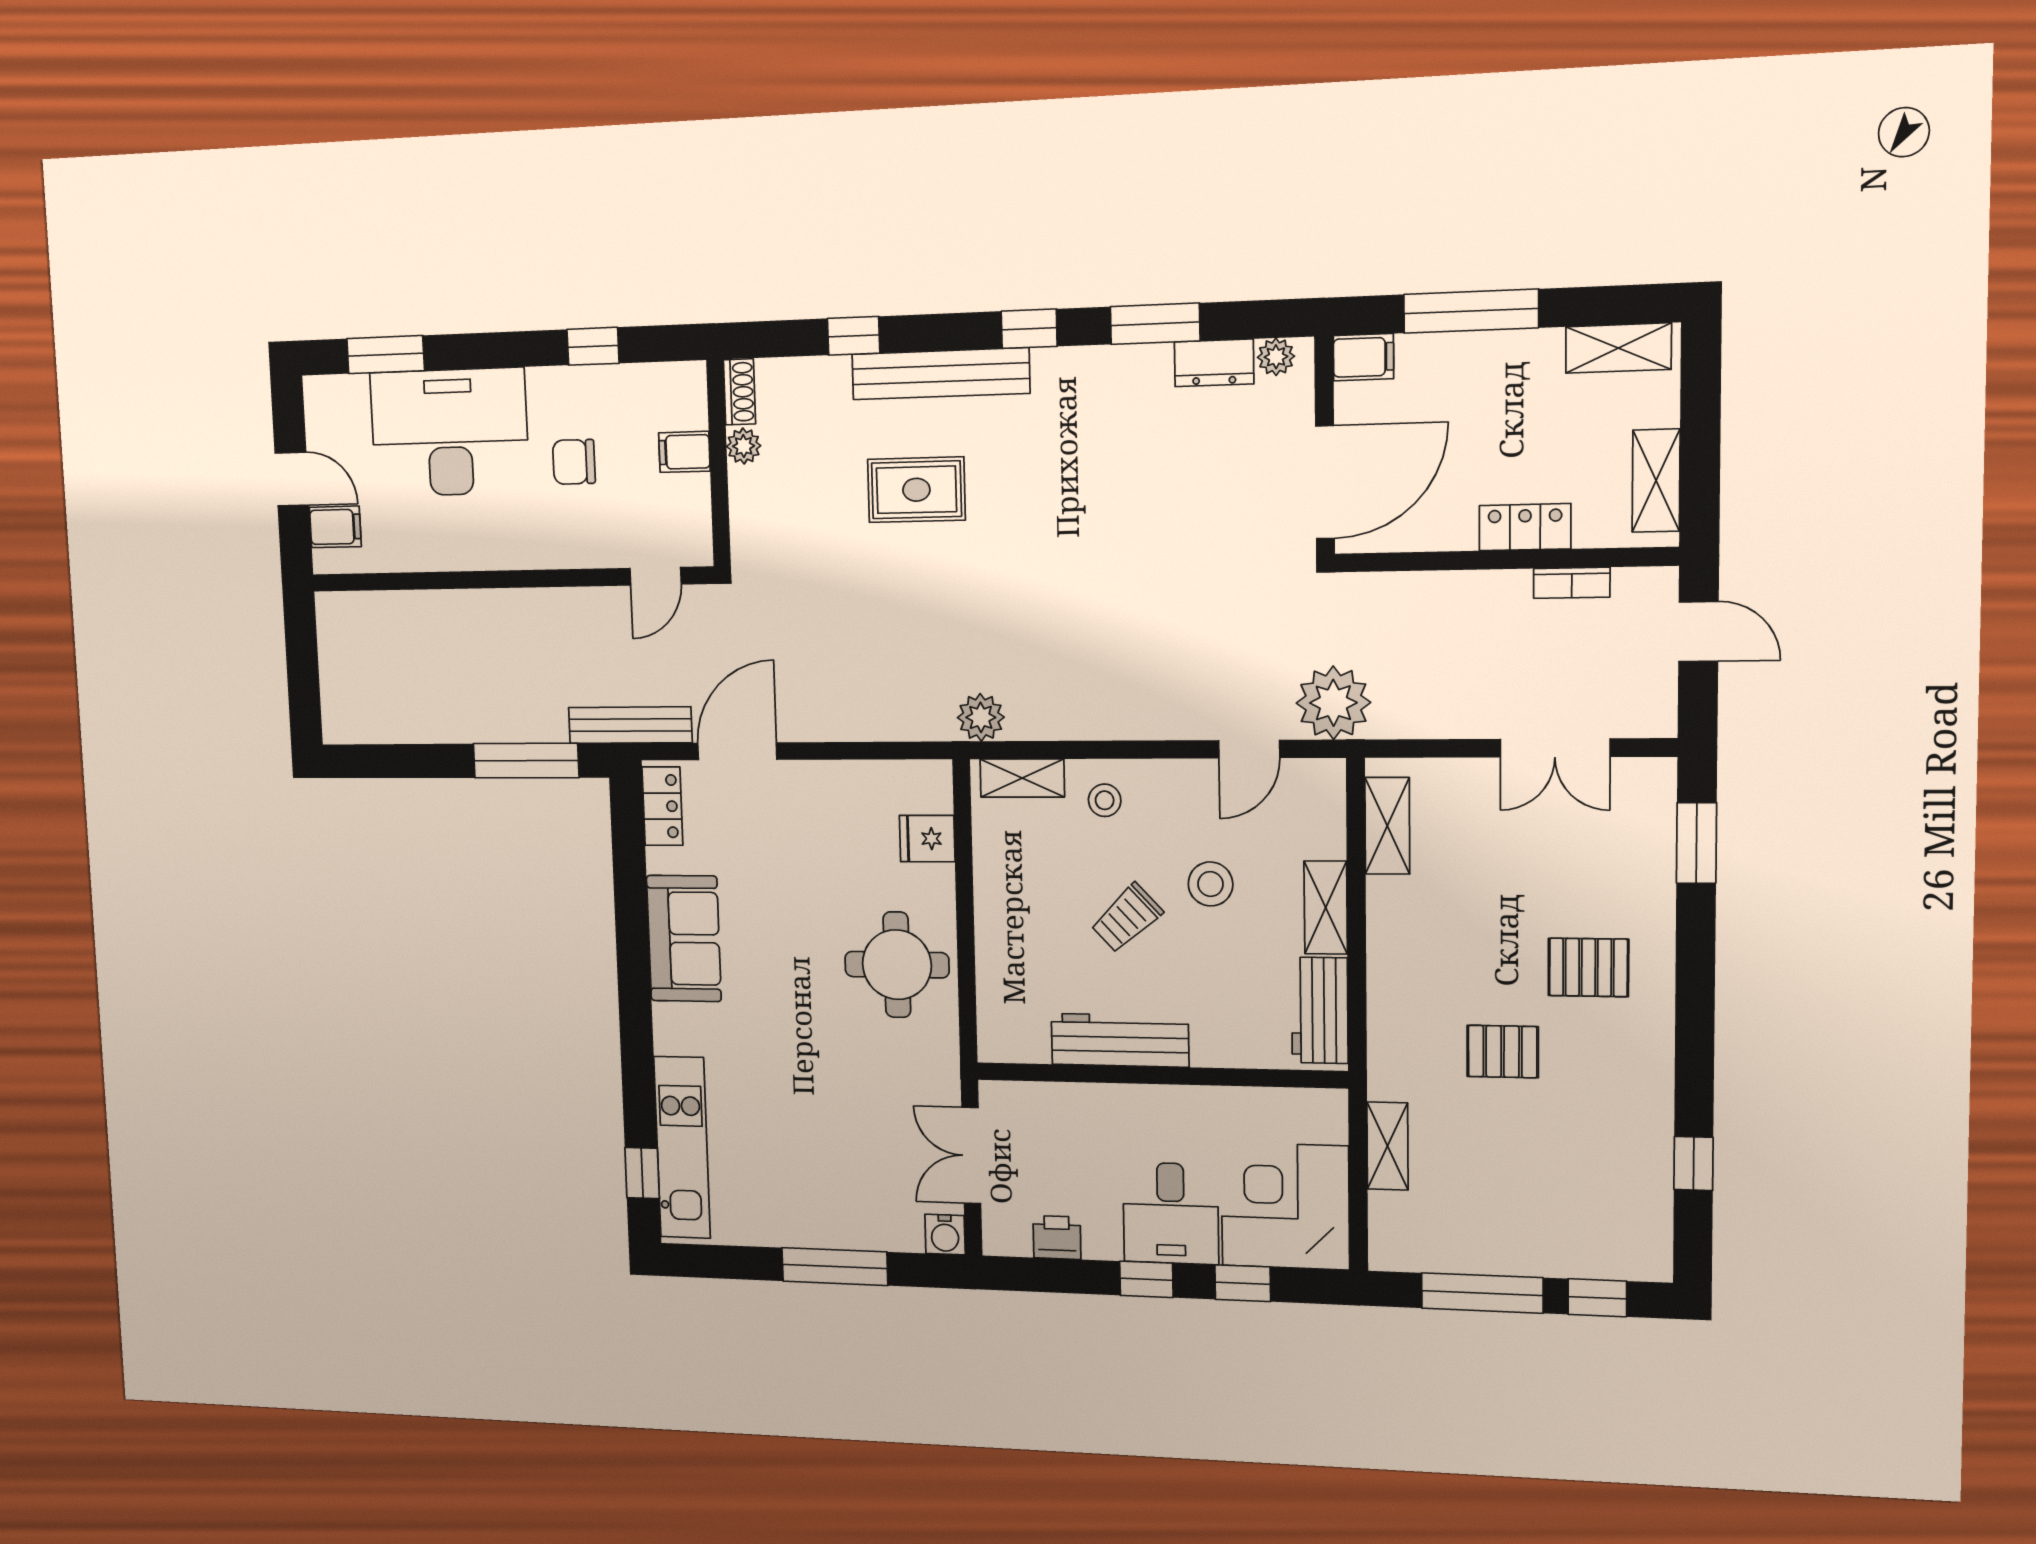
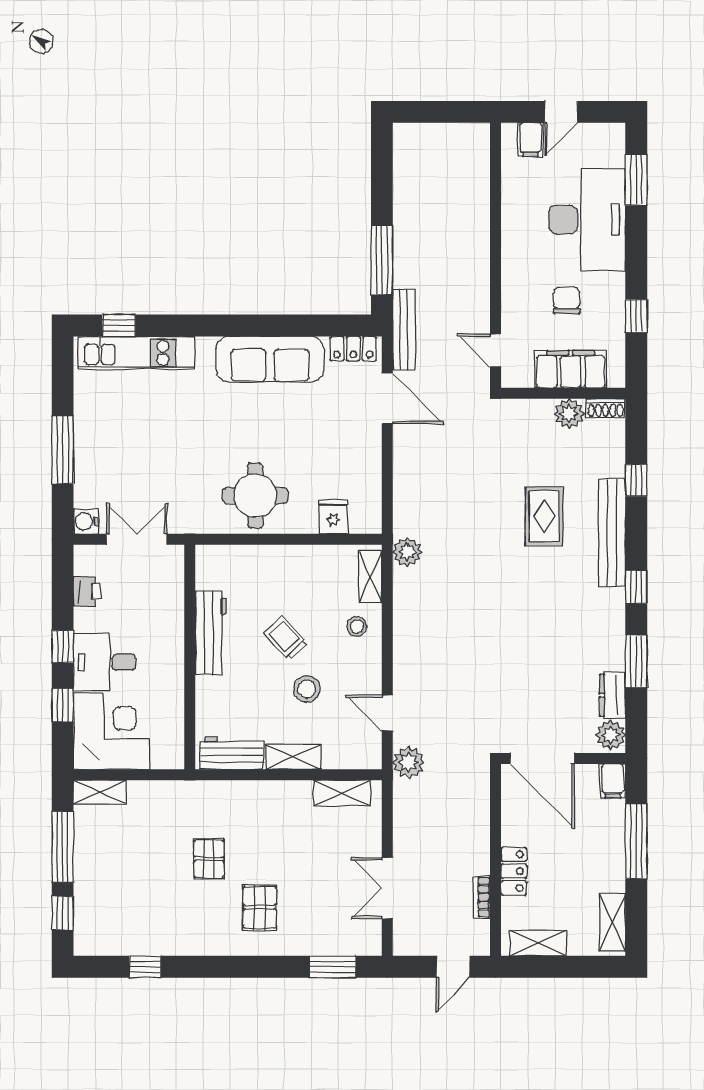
plant: (1276, 357) -> (611, 735), width x1.38, depth x1.38
plant: (744, 446) -> (569, 414), width x1.38, depth x1.38
filing cabinet: (684, 452) -> (571, 369), width x3.00, depth x1.17
plant: (1333, 703) -> (409, 762), width x0.73, depth x0.73
sofa: (684, 938) -> (270, 359), width x1.36
shelving: (1387, 1146) -> (100, 792), moved

